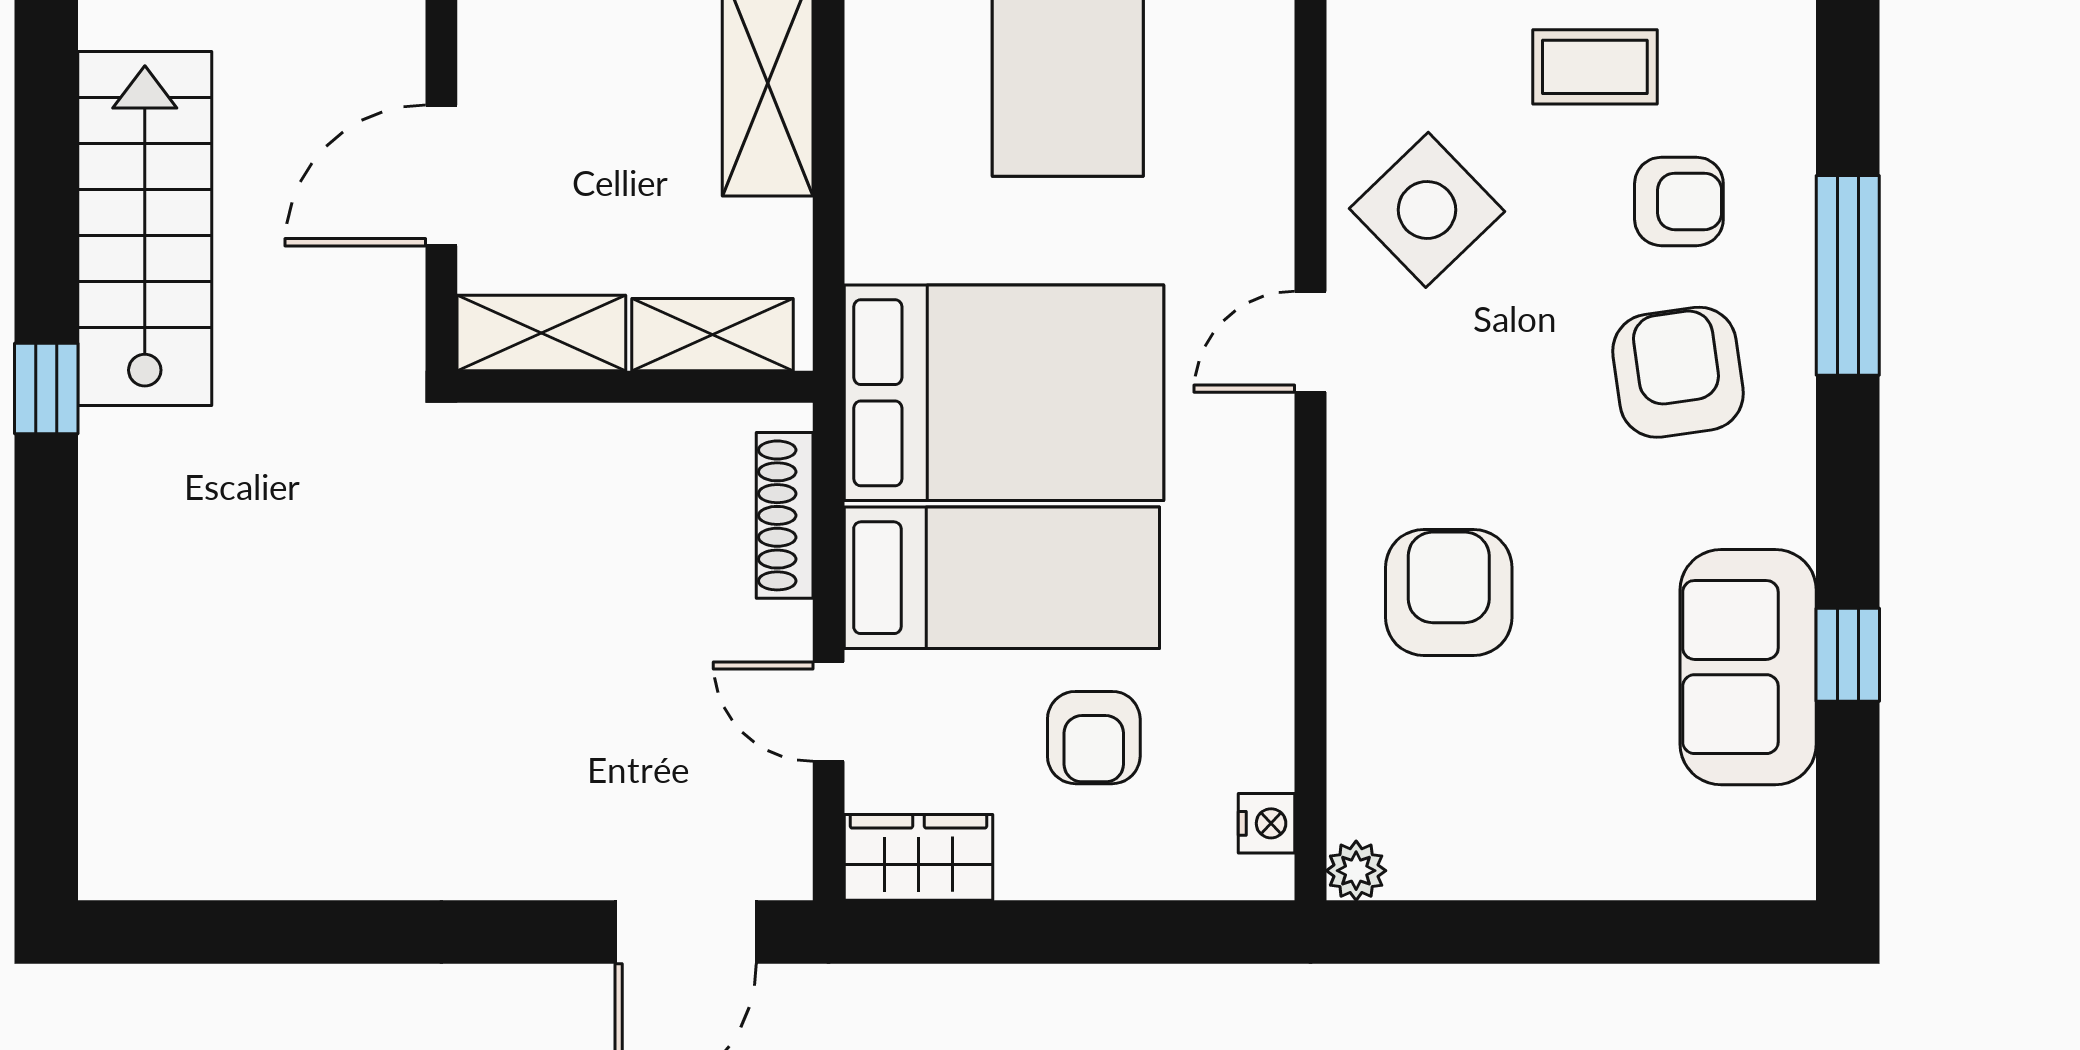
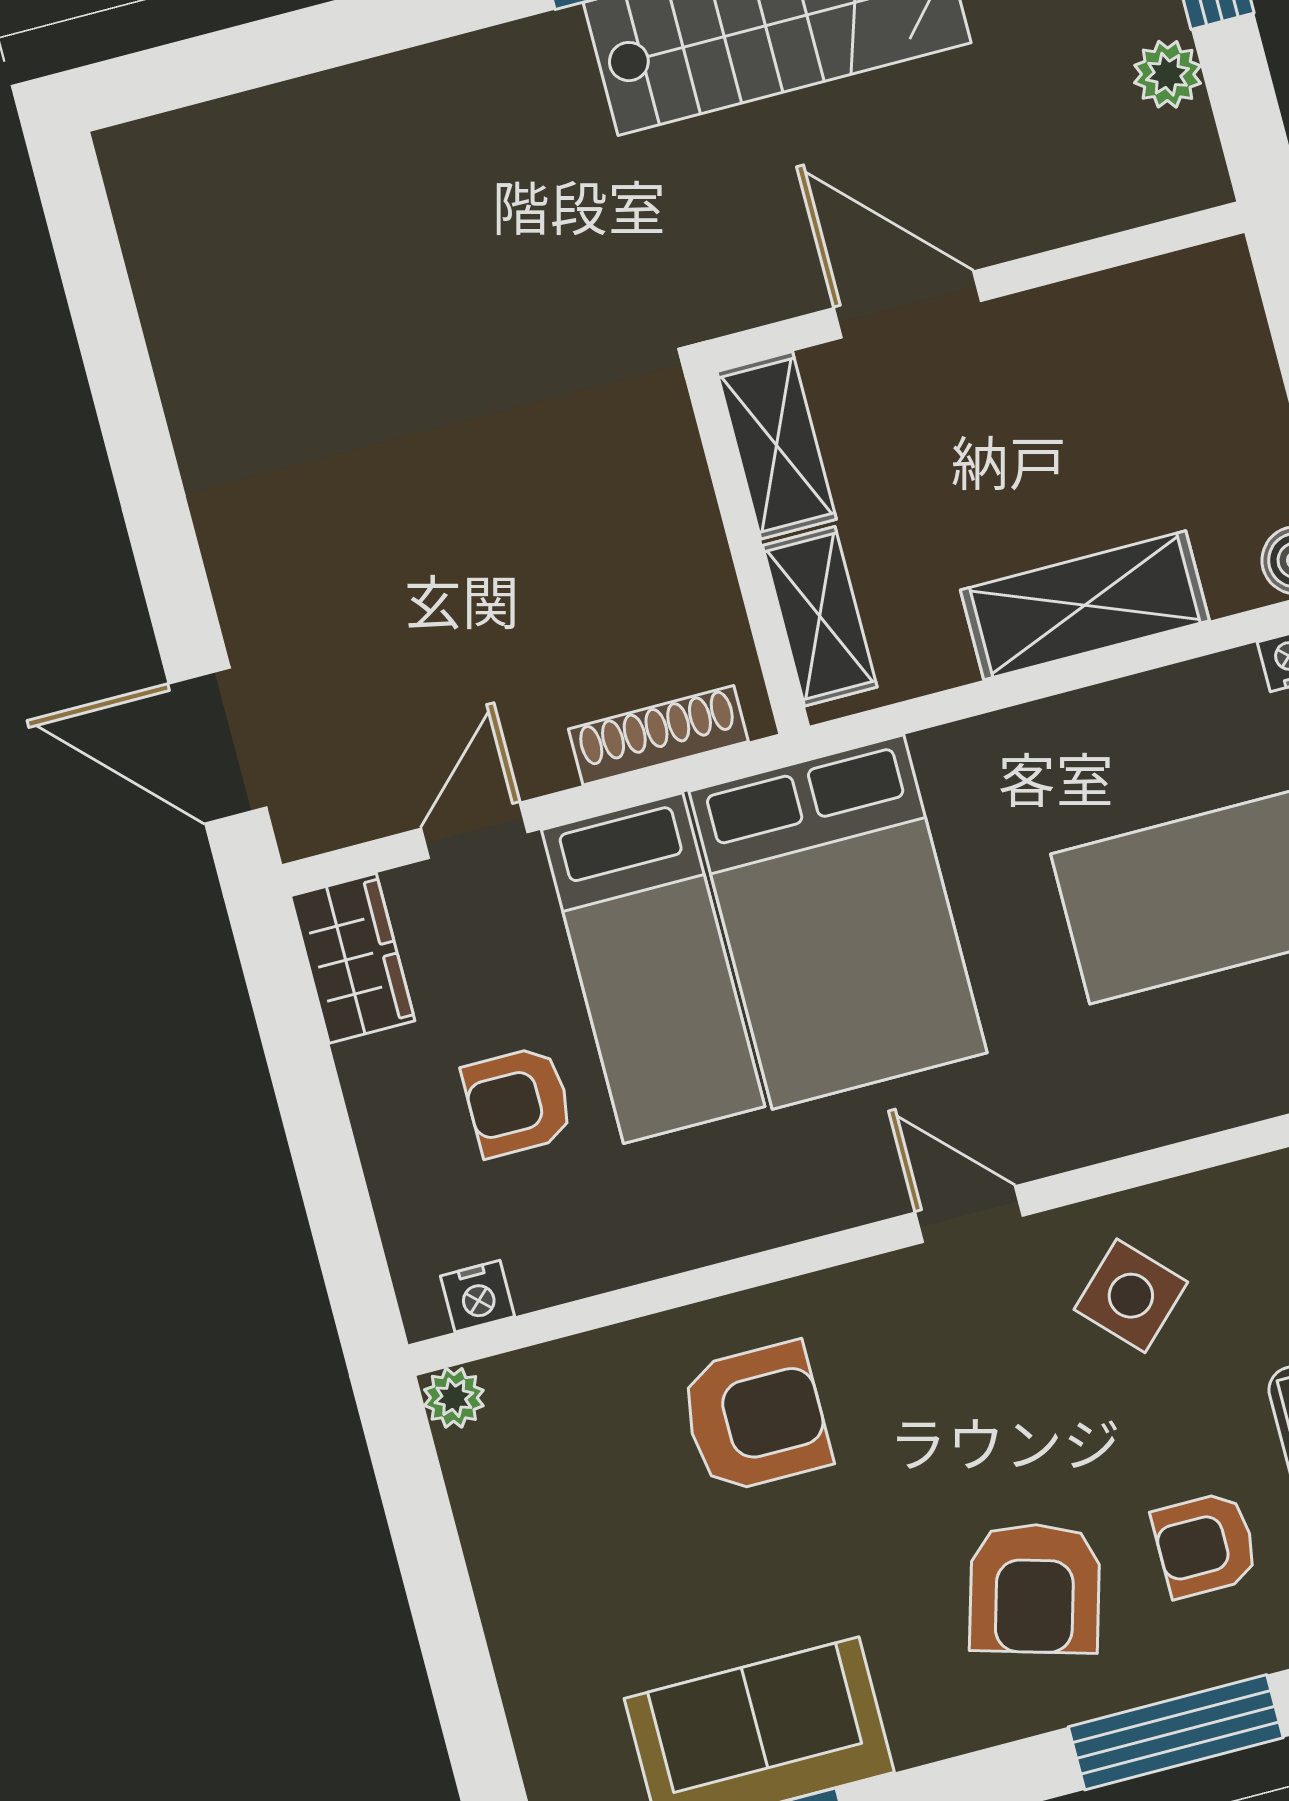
armchair: (1679, 201) -> (1205, 1545), turned 90
side table: (1427, 210) -> (1131, 1296), width x0.73, depth x0.73
armchair: (1678, 372) -> (1035, 1588), turned 114

